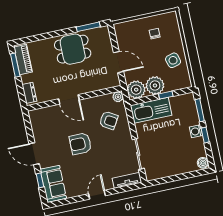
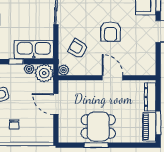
window: (88, 27) -> (96, 145), moved
plant: (155, 86) -> (29, 69), width x0.53, depth x0.53
dresser: (29, 93) -> (150, 97), width x1.44
armchair: (80, 144) -> (111, 32), turned 90

